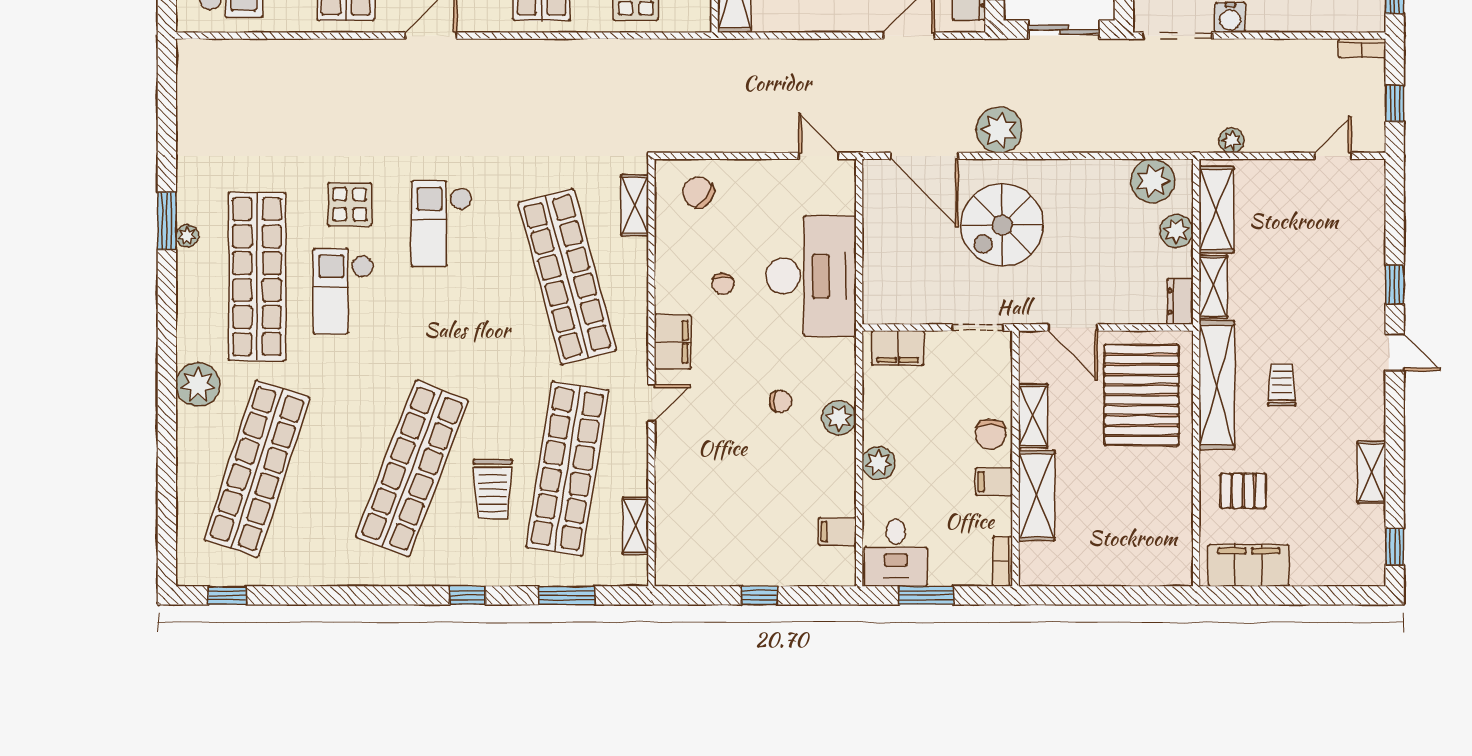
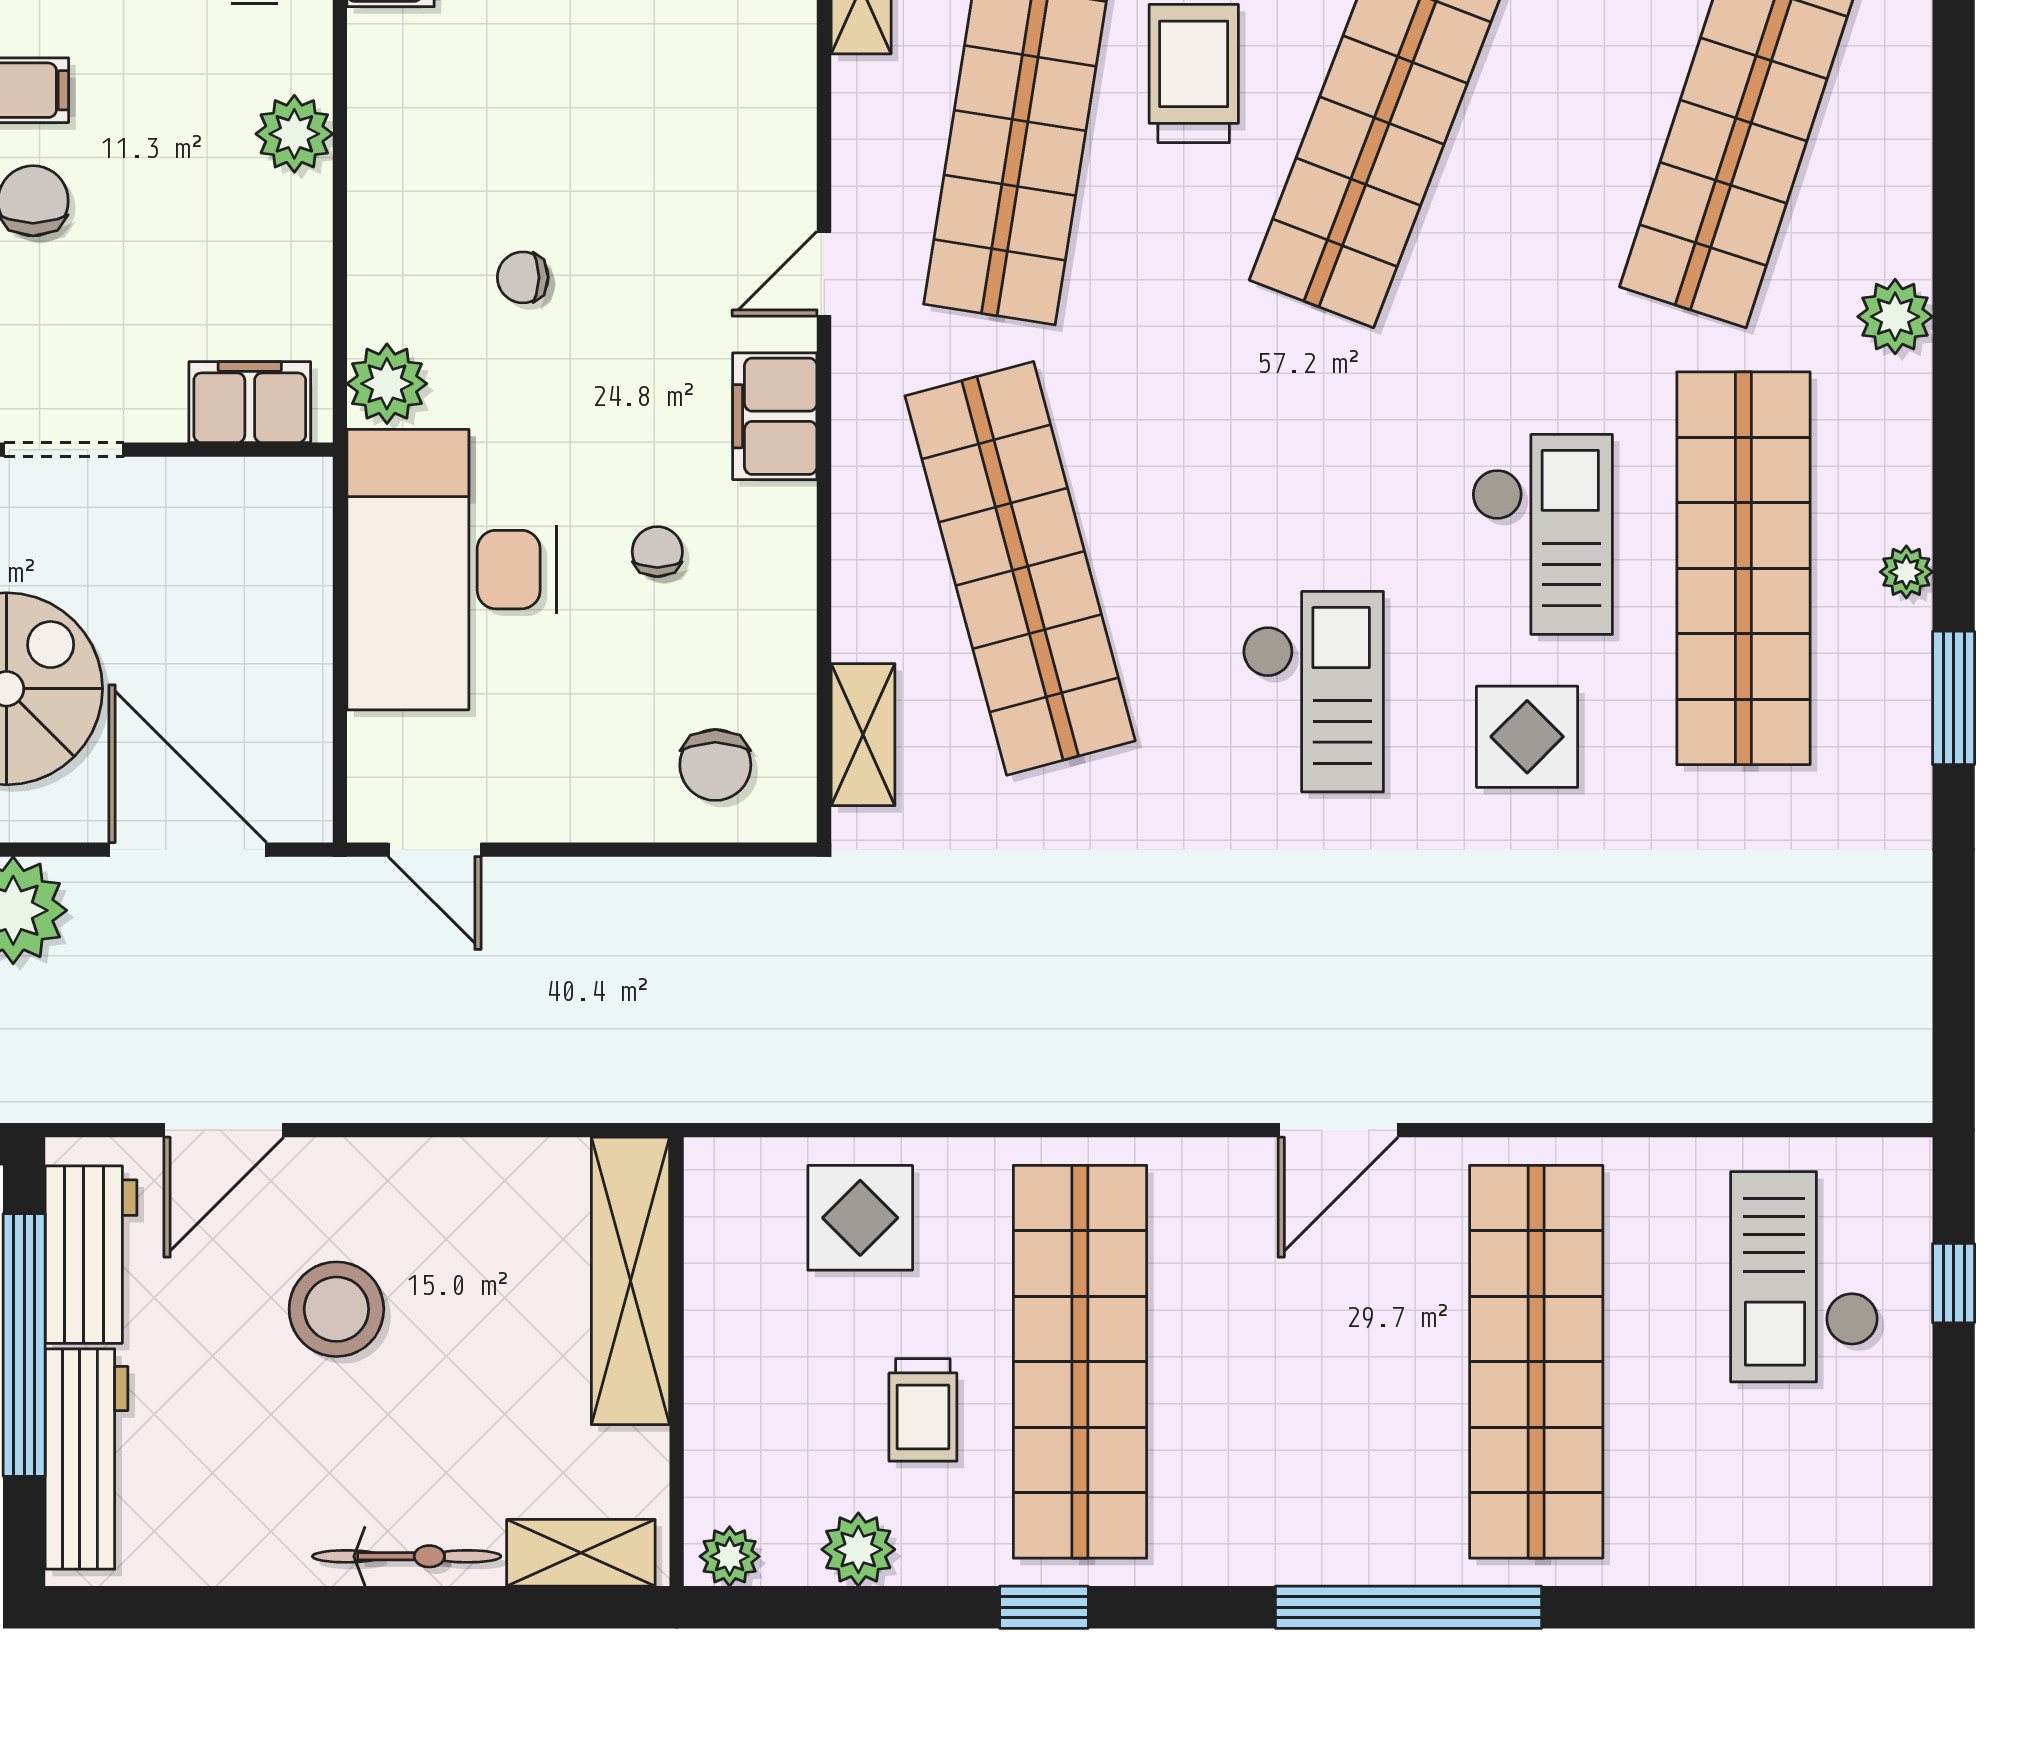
chair: (698, 192) -> (715, 765), turned 55
plant: (187, 236) -> (1906, 572), moved
plant: (198, 385) -> (1895, 317), width x0.73, depth x0.73
plant: (839, 418) -> (387, 384), moved

